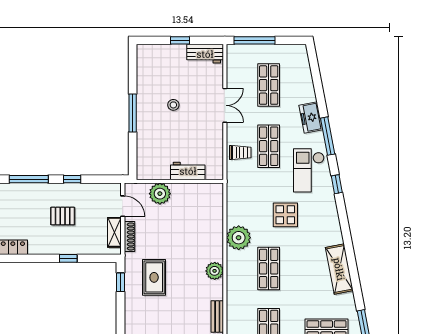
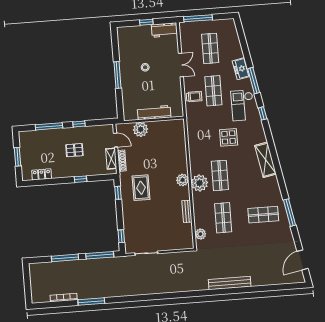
workbench: (188, 171) -> (154, 113), width x1.38
plant: (239, 238) -> (199, 183), moved
shelving: (339, 269) -> (266, 160), moved

